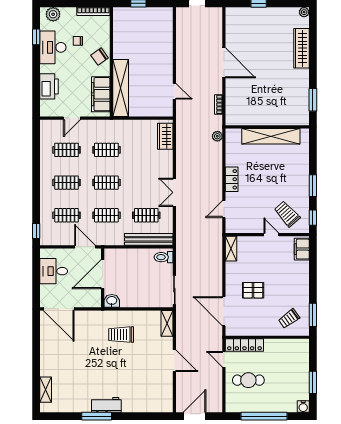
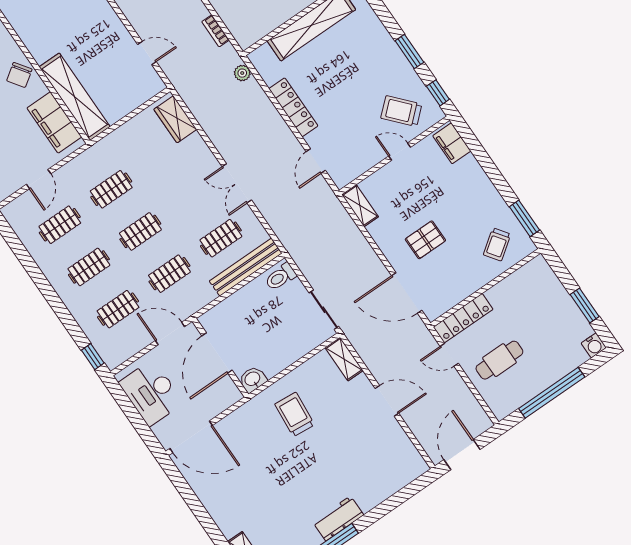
locker: (232, 179) -> (293, 107), width x1.53
desk: (54, 271) -> (151, 393), width x1.37
trolley: (121, 335) -> (295, 414), turned 95

